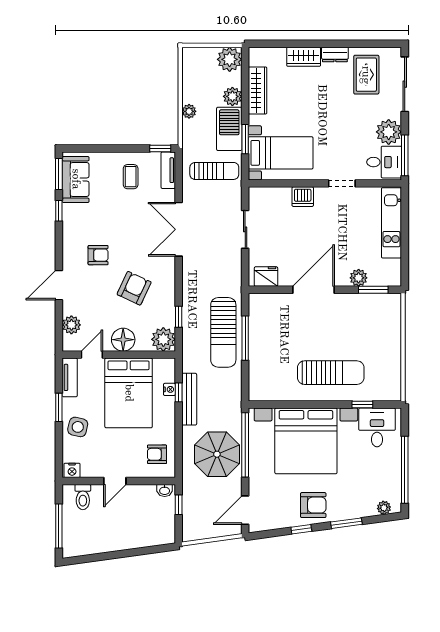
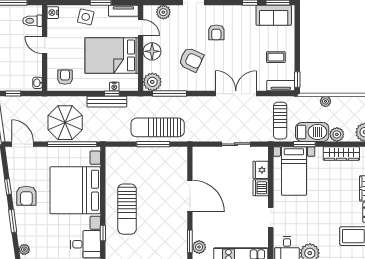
fridge: (266, 277) -> (261, 170), moved, turned 180
plant: (359, 278) -> (199, 247), moved
window: (179, 317) -> (169, 94), width x2.17
window: (179, 505) -> (13, 94), moved

